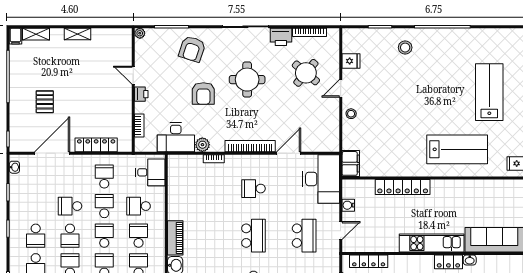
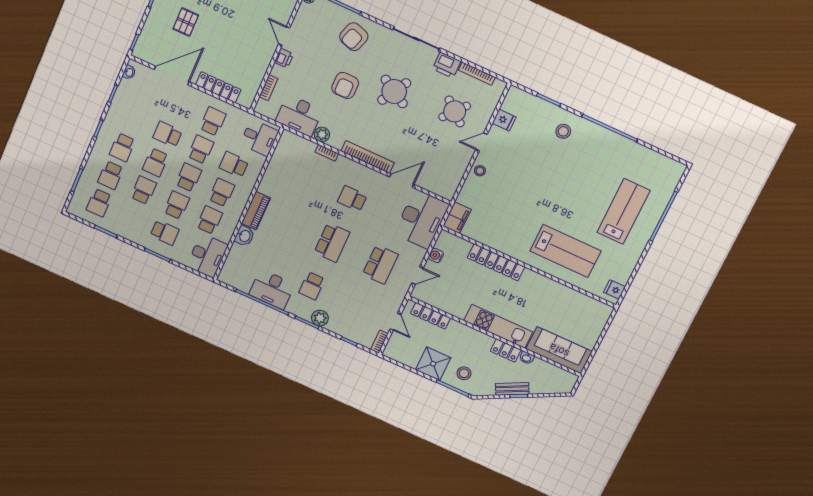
round table: (247, 80) -> (394, 92), turned 30

